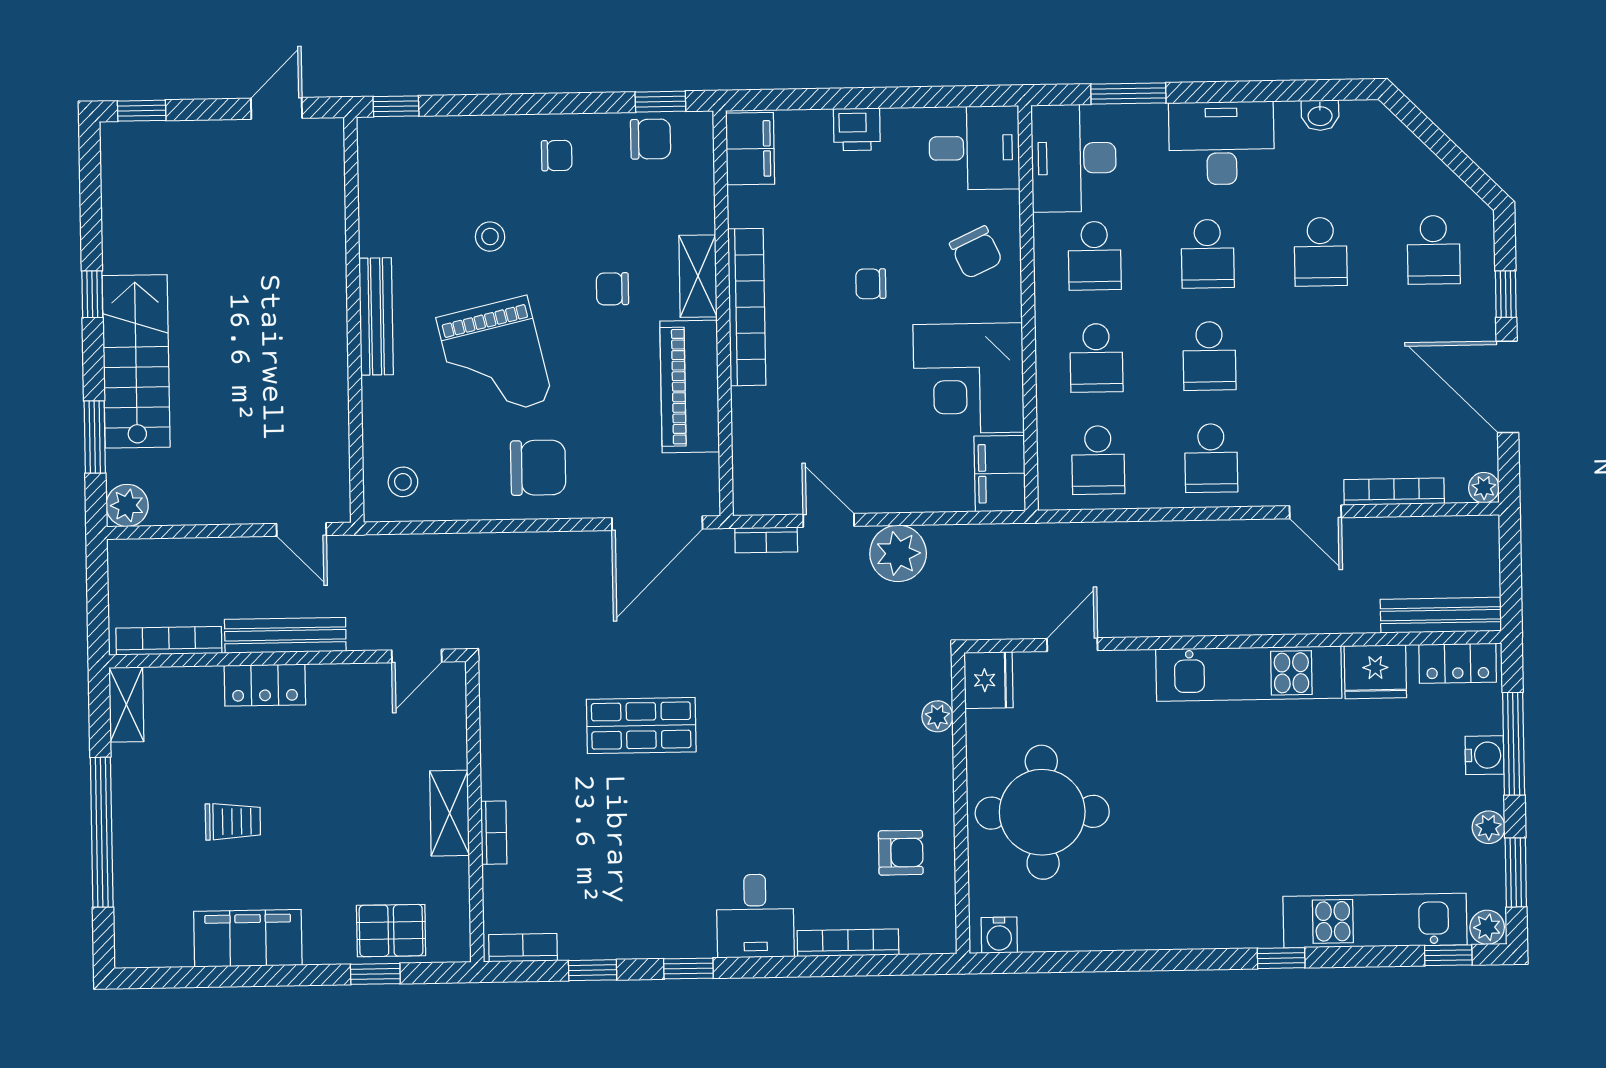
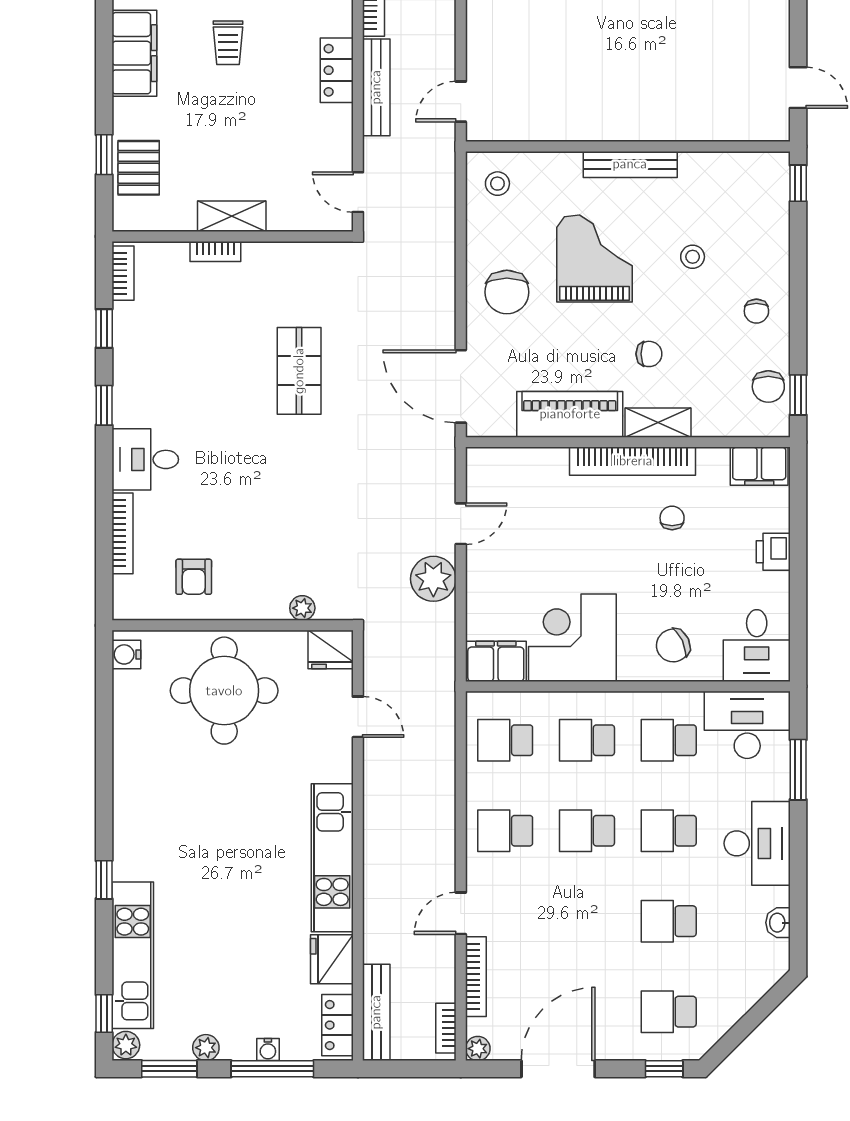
chair: (871, 284) -> (672, 518), moved
chair: (612, 289) -> (649, 354), turned 90
window: (1506, 294) -> (664, 1069), moved
grand piano: (494, 359) -> (594, 259), turned 103
bookcase: (766, 540) -> (446, 1028), moved
water cooler: (1485, 755) -> (268, 1050), width x0.72, depth x0.72

